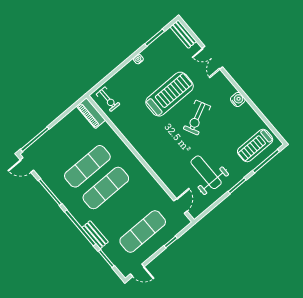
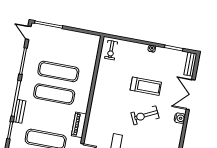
double door: (212, 58) -> (191, 95), width x1.37
treadmill: (170, 94) -> (146, 86), width x0.73, depth x0.73
water cooler: (238, 99) -> (180, 118), moved
piano: (91, 113) -> (79, 125), moved

